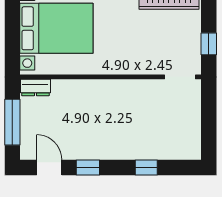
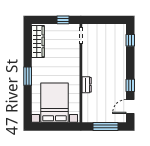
dresser: (35, 88) -> (87, 85), moved
window: (146, 168) -> (130, 40), moved

